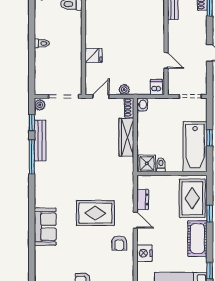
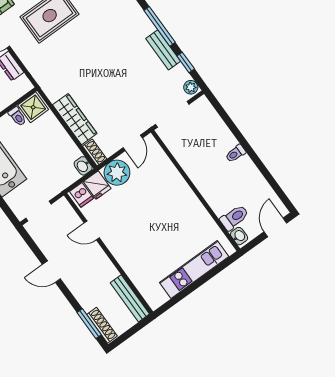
fridge: (94, 55) -> (97, 185), moved, turned -90
plant: (124, 90) -> (117, 173), width x1.87, depth x1.87
bench: (40, 141) -> (163, 50), width x0.73

